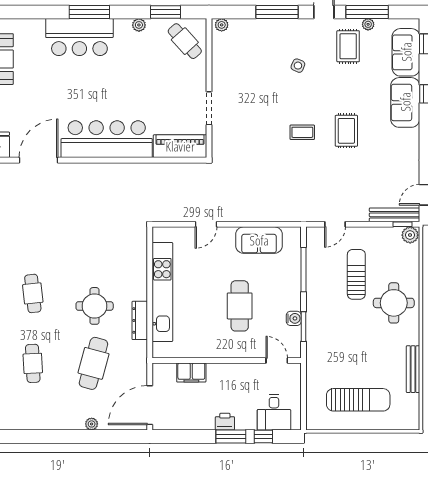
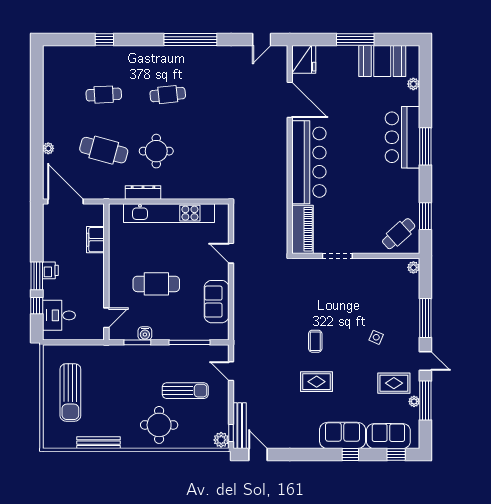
plant: (139, 25) -> (413, 84), moved

